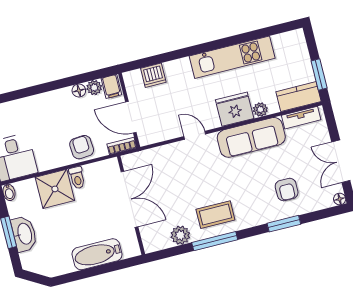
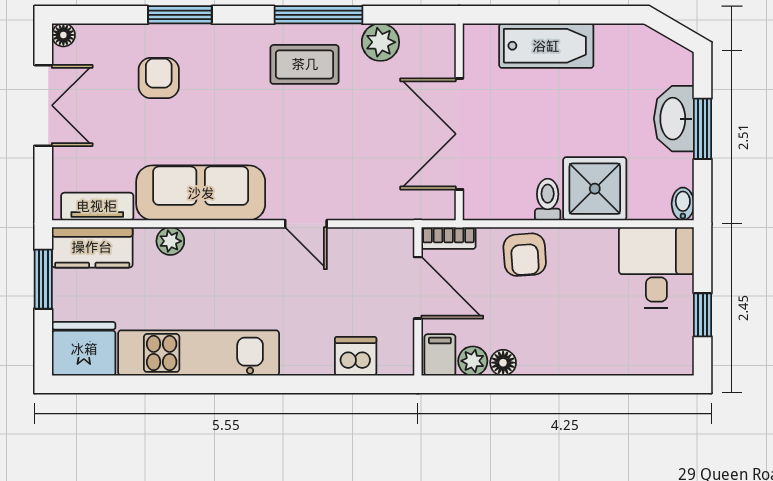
fridge: (235, 109) -> (84, 349), moved, turned 180

